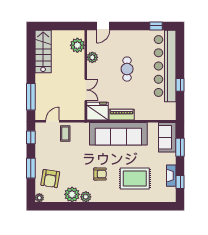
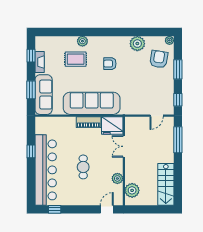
coffee table: (65, 133) -> (144, 104), removed
sofa: (167, 137) -> (44, 95), width x1.36
rug: (135, 179) -> (76, 59), width x0.73, depth x0.70
plant: (86, 197) -> (82, 41), moved

